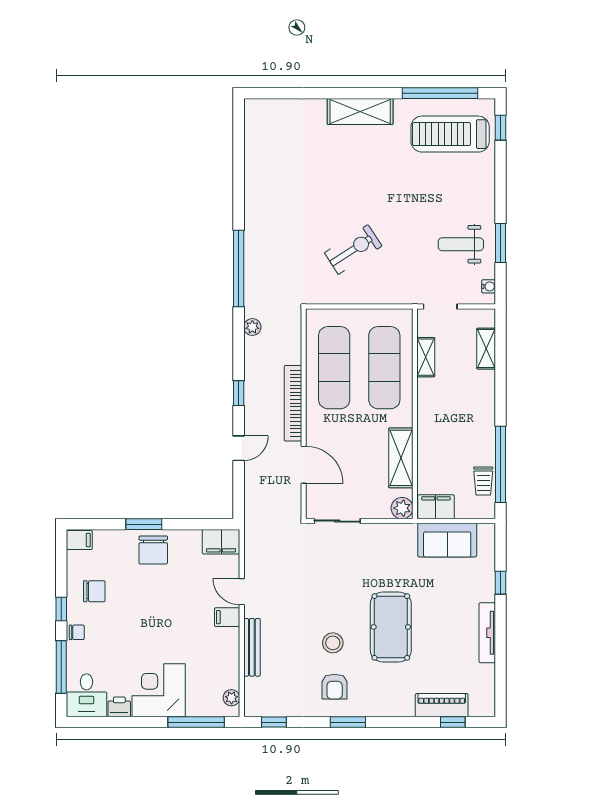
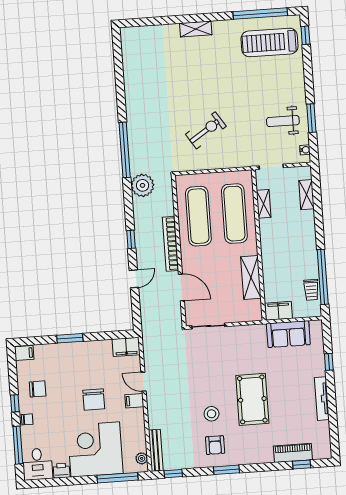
shelving: (360, 111) -> (196, 29), width x0.67, depth x0.75
plant: (252, 327) -> (143, 185), width x1.88, depth x1.88
plant: (402, 508) -> (254, 313), removed
chair: (153, 550) -> (94, 400), moved
bench: (252, 647) -> (156, 450), moved
corner desk: (159, 690) -> (95, 449), width x1.36, depth x1.36

